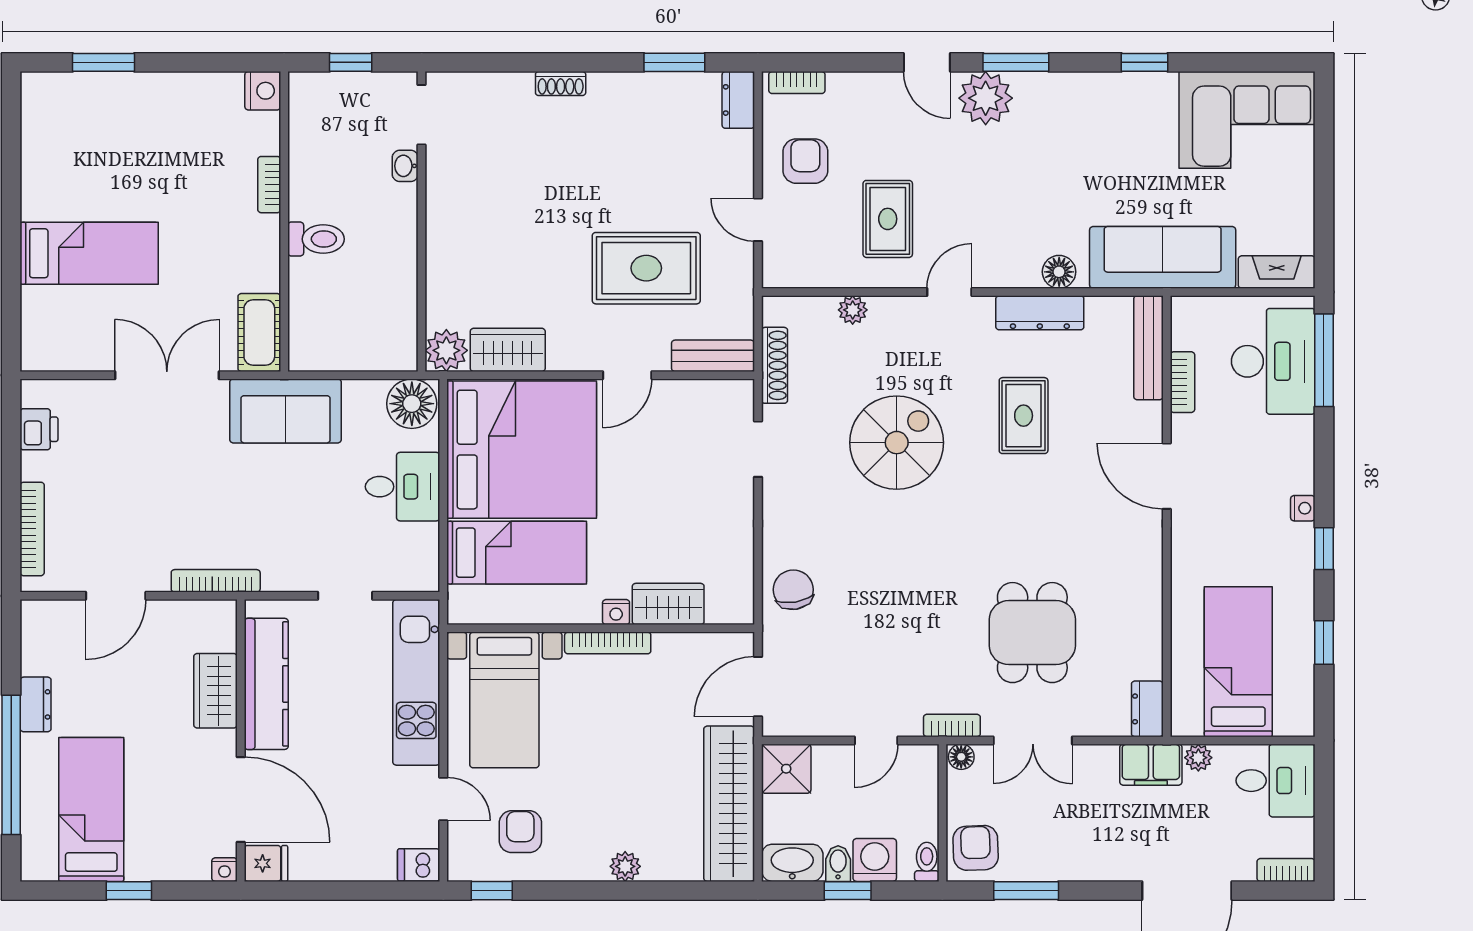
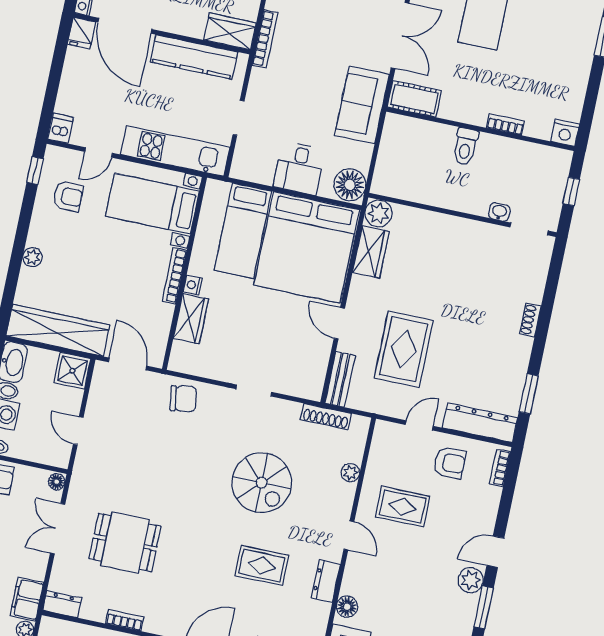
plant: (986, 98) -> (471, 580), width x0.73, depth x0.73
dresser: (738, 100) -> (480, 423), width x1.96, depth x1.24
dresser: (1040, 313) -> (326, 581), width x0.70
doorway: (758, 449) -> (254, 390), moved
wardrobe: (215, 691) -> (230, 31), moved
bookcase: (952, 726) -> (125, 620), moved, turned -90
door: (241, 799) -> (125, 26), hinge flipped

